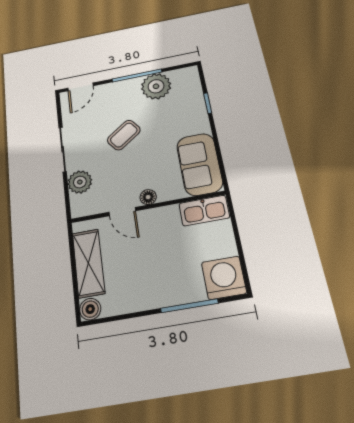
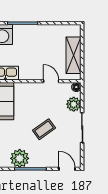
door: (80, 87) -> (67, 169), hinge flipped
floor lamp: (148, 197) -> (76, 87), moved
boiler: (90, 309) -> (75, 30), removed

